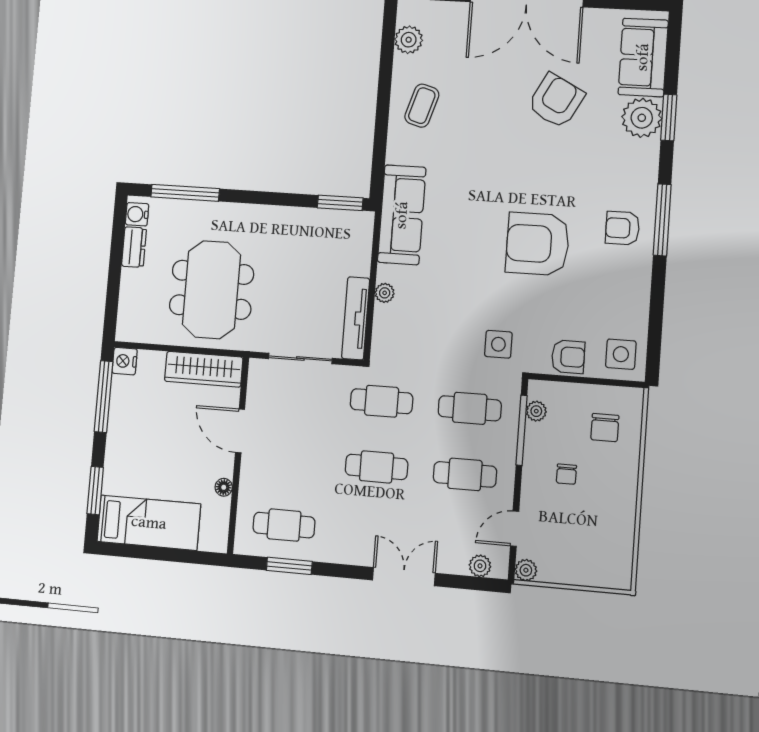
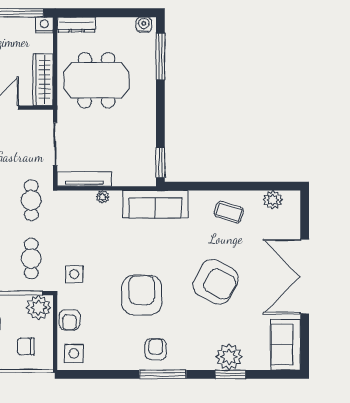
sofa: (643, 57) -> (286, 345), moved, turned -90
armchair: (556, 101) -> (216, 282), moved, width x1.36, depth x1.36
dresser: (134, 247) -> (76, 25), moved, width x1.44
plant: (536, 411) -> (39, 308), width x1.88, depth x1.88

